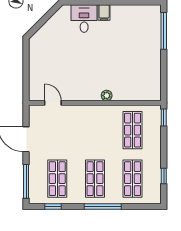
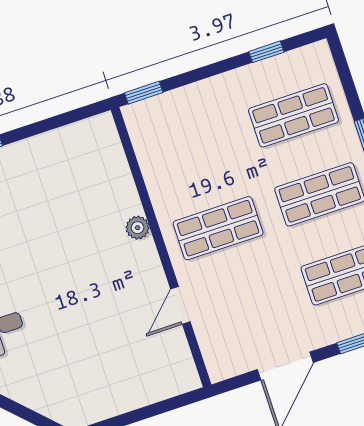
door: (53, 103) -> (180, 305), moved
shop shelf: (133, 130) -> (218, 228), moved

